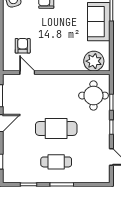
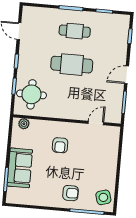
armchair: (23, 46) -> (60, 145), moved
plant: (94, 61) -> (24, 124), width x0.53, depth x0.53
door: (27, 73) -> (96, 123), swing flipped

